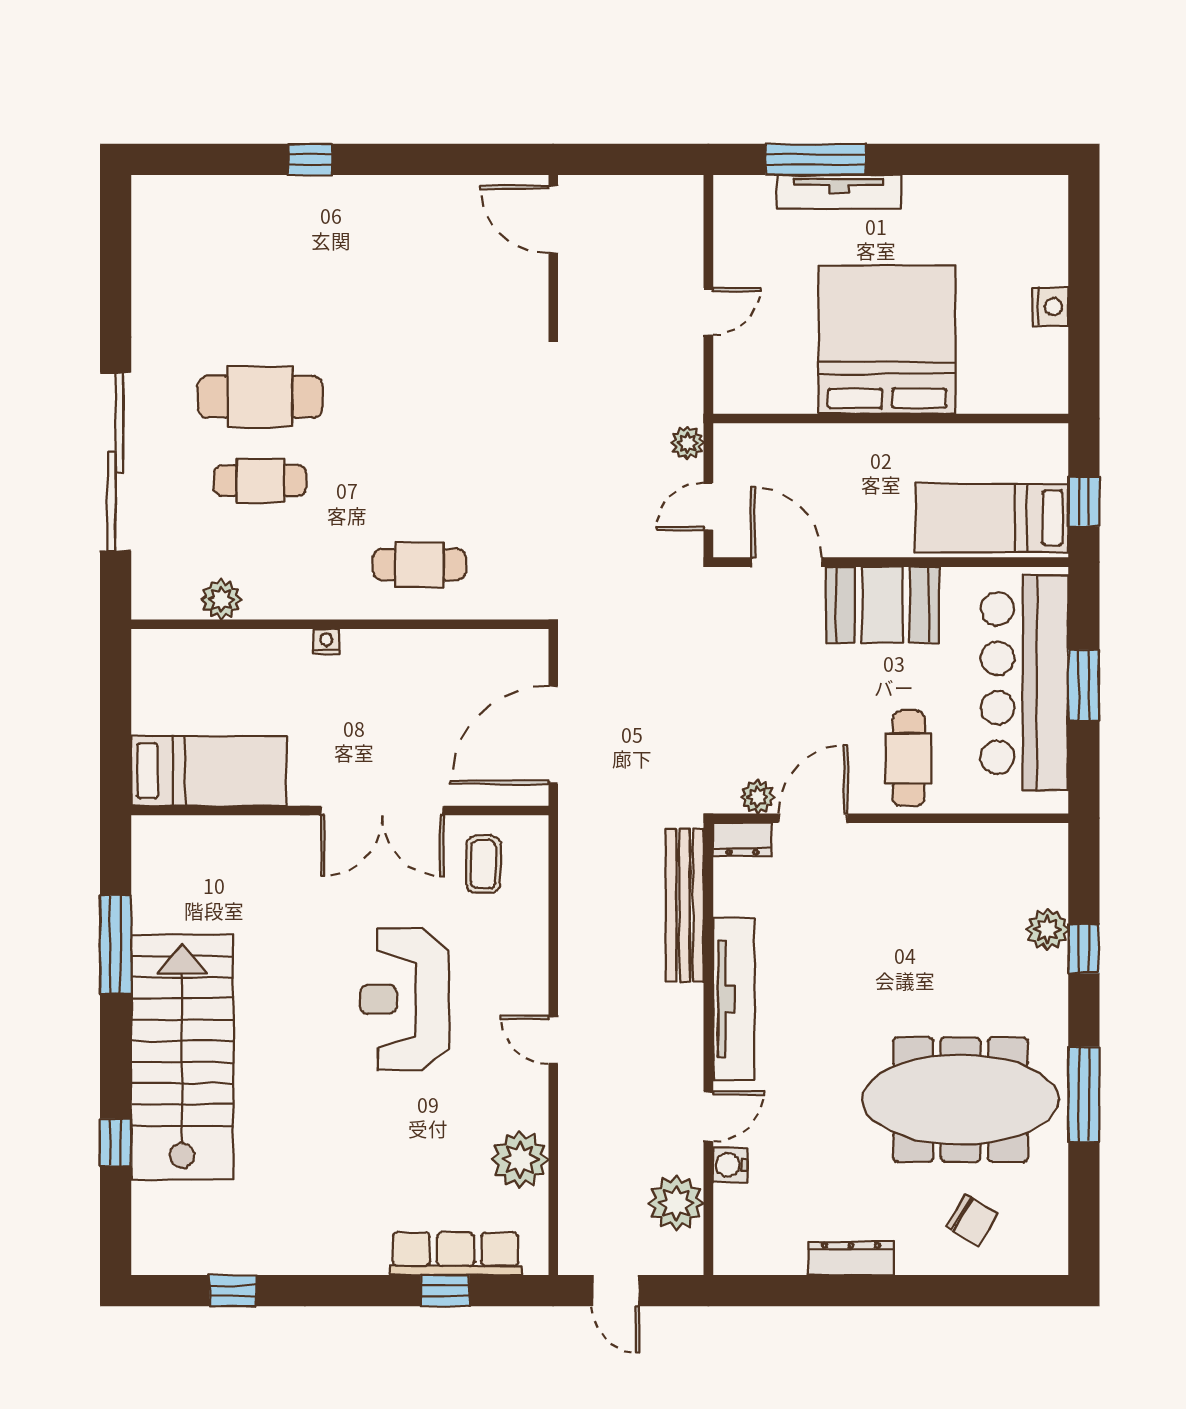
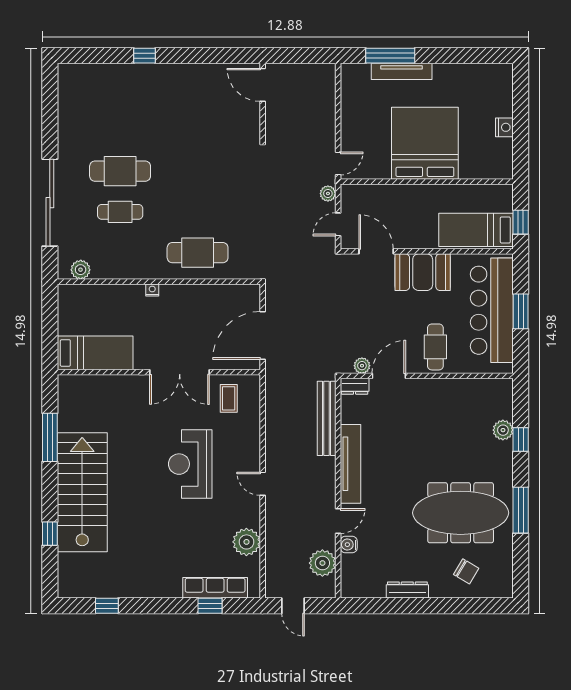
door: (708, 311) -> (338, 163), moved
cafe table: (420, 565) -> (198, 253), width x1.37, depth x1.35
plant: (221, 600) -> (81, 270), moved

